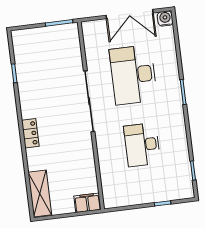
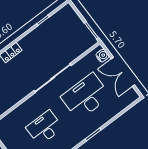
water cooler: (165, 19) -> (102, 56), moved

